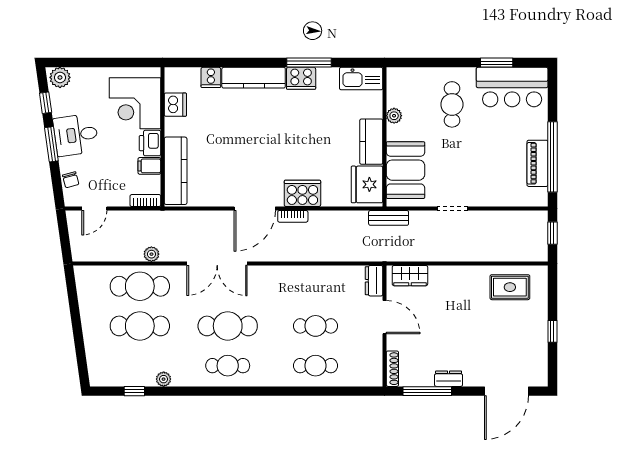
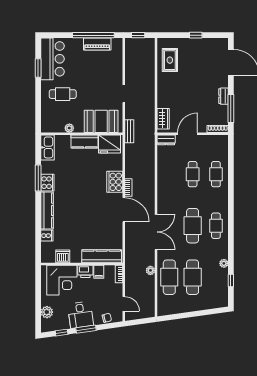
plant: (60, 77) -> (47, 312), moved

